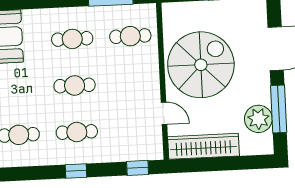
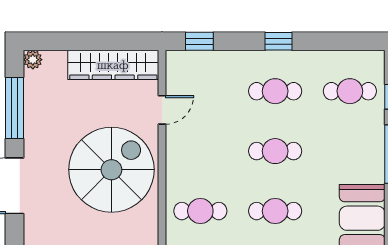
spiral stairs: (201, 65) -> (111, 170), turned 180
door: (164, 113) -> (162, 110), swing flipped
plant: (258, 119) -> (33, 60), moved, width x0.53, depth x0.53

